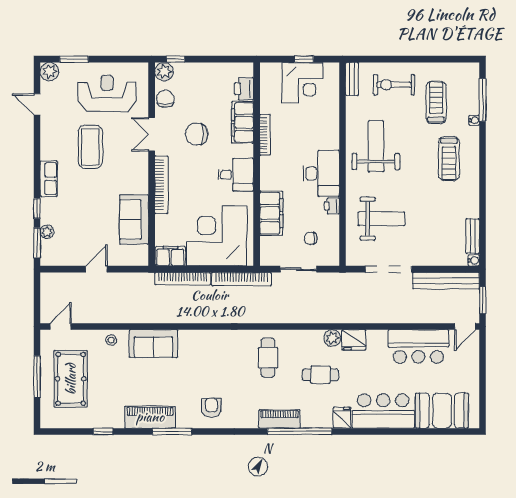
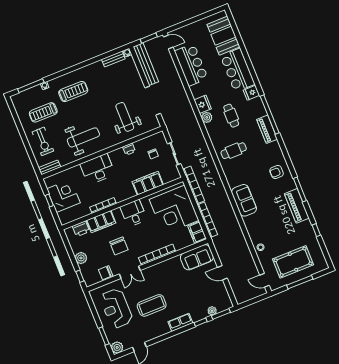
plant: (164, 72) -> (81, 258), moved
weight bench: (376, 146) -> (83, 137), turned 180
desk: (321, 173) -> (98, 169), moved
sofa: (134, 219) -> (197, 257), moved
sofa: (153, 344) -> (244, 200), moved

